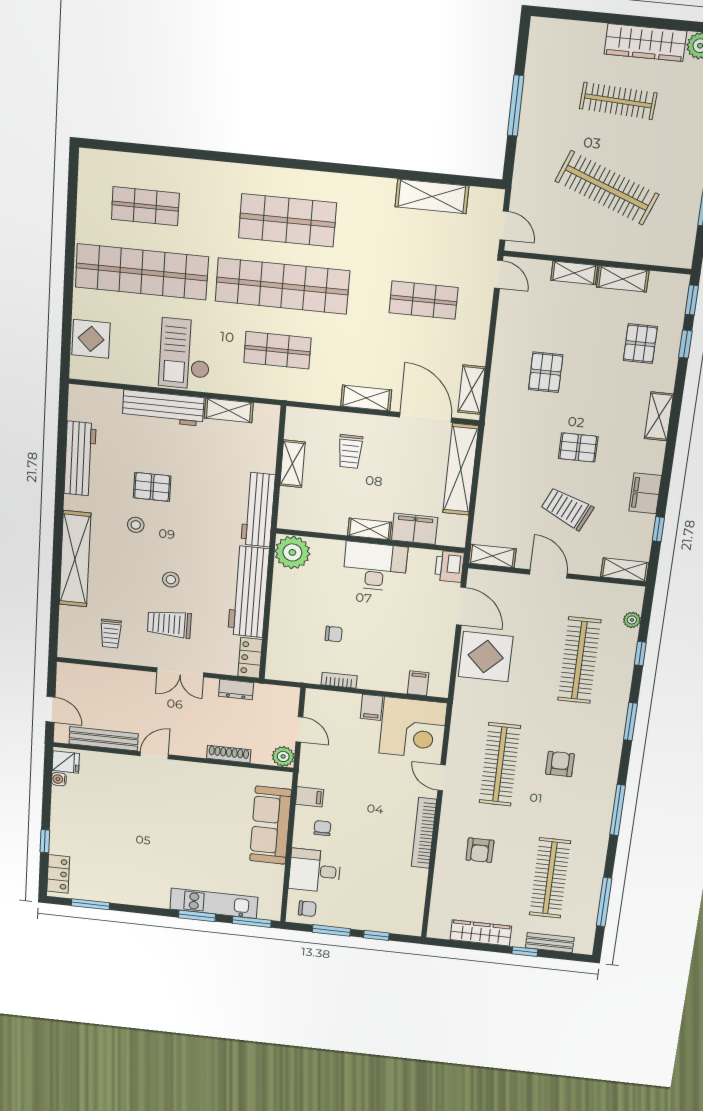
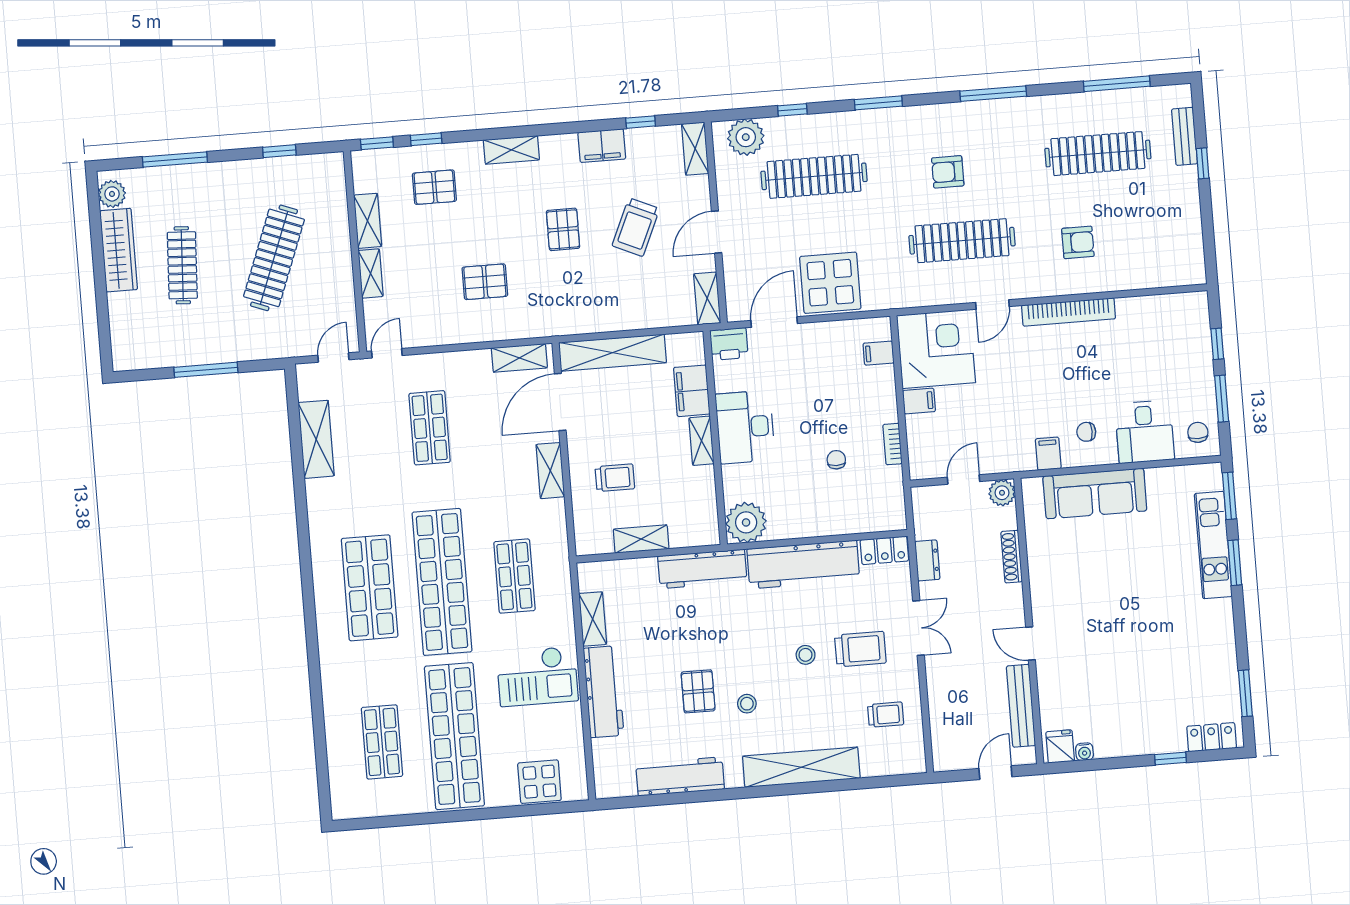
plant: (632, 620) -> (746, 137), width x1.87, depth x1.87
trolley: (169, 624) -> (860, 649), turned -90
wardrobe: (481, 933) -> (1188, 220), removed

